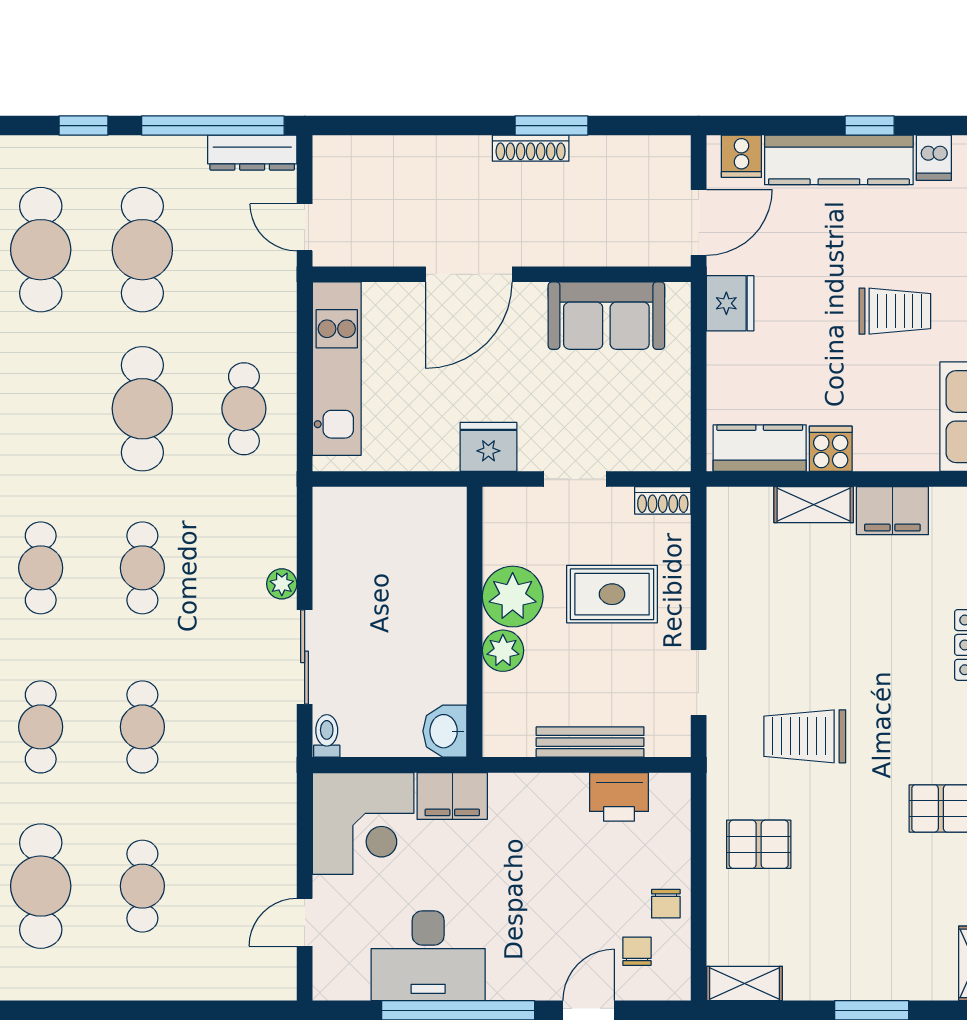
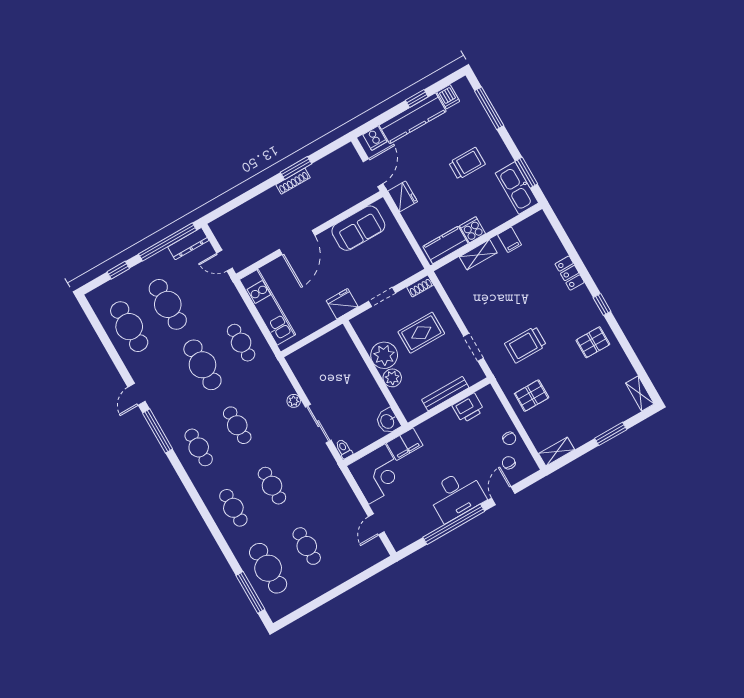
filing cabinet: (892, 511) -> (510, 240), width x0.50
desk: (428, 956) -> (456, 495), moved

